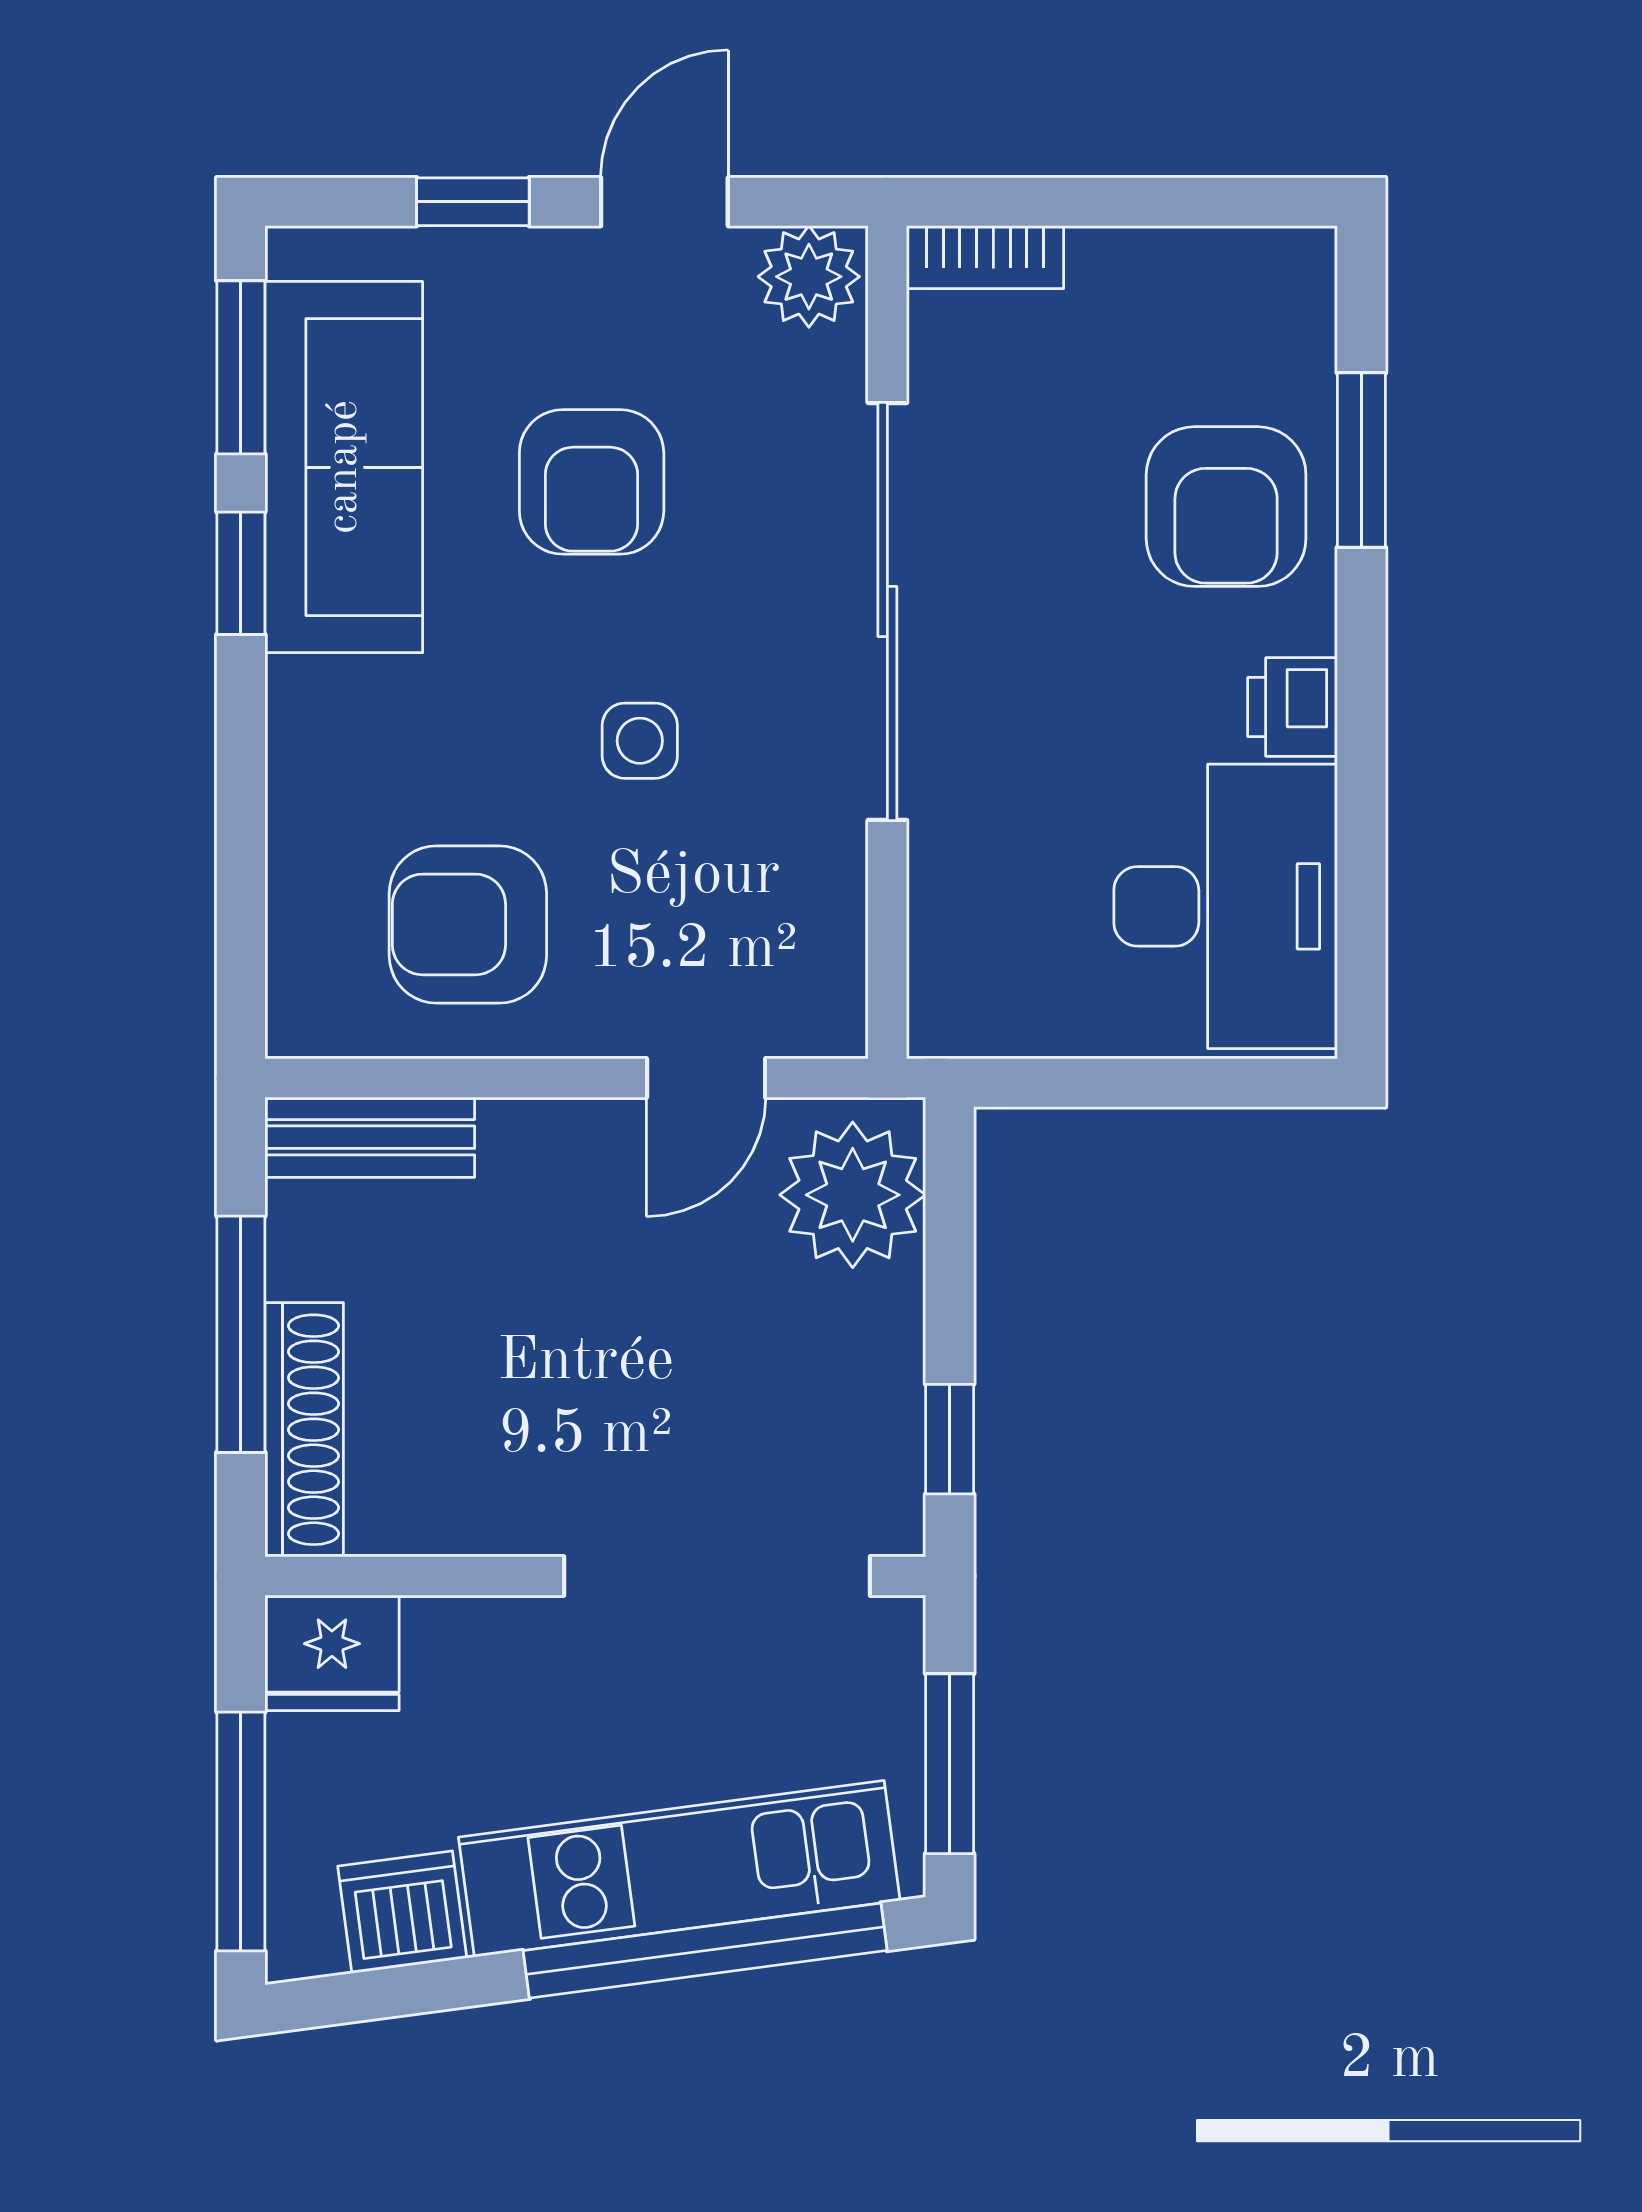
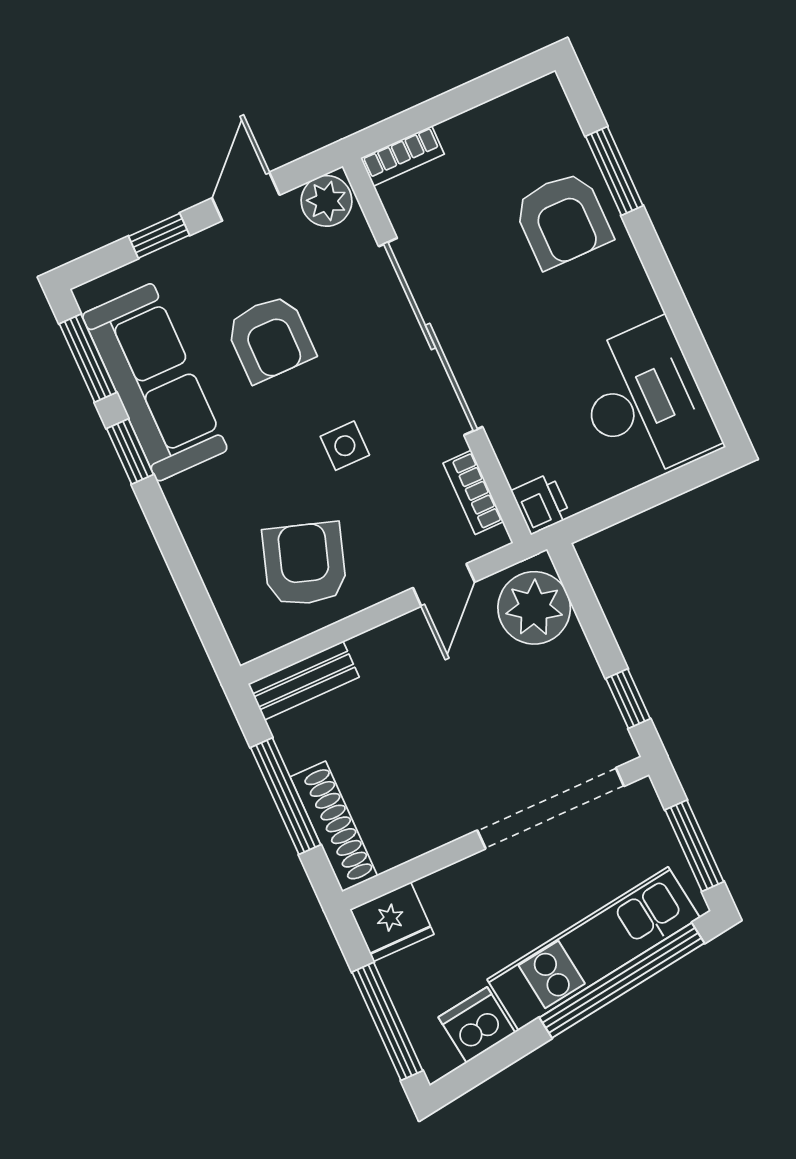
printer: (1293, 707) -> (541, 504), moved, turned 180
armchair: (468, 924) -> (305, 564), turned 108
bookcase: (837, 933) -> (473, 492), added

